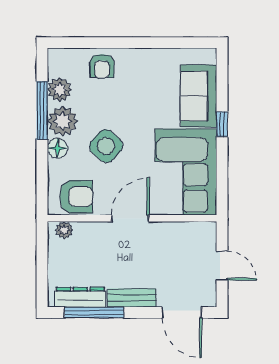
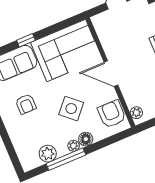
armchair: (102, 66) -> (26, 104), moved, turned 90
plant: (63, 121) -> (74, 146), width x0.53, depth x0.53

